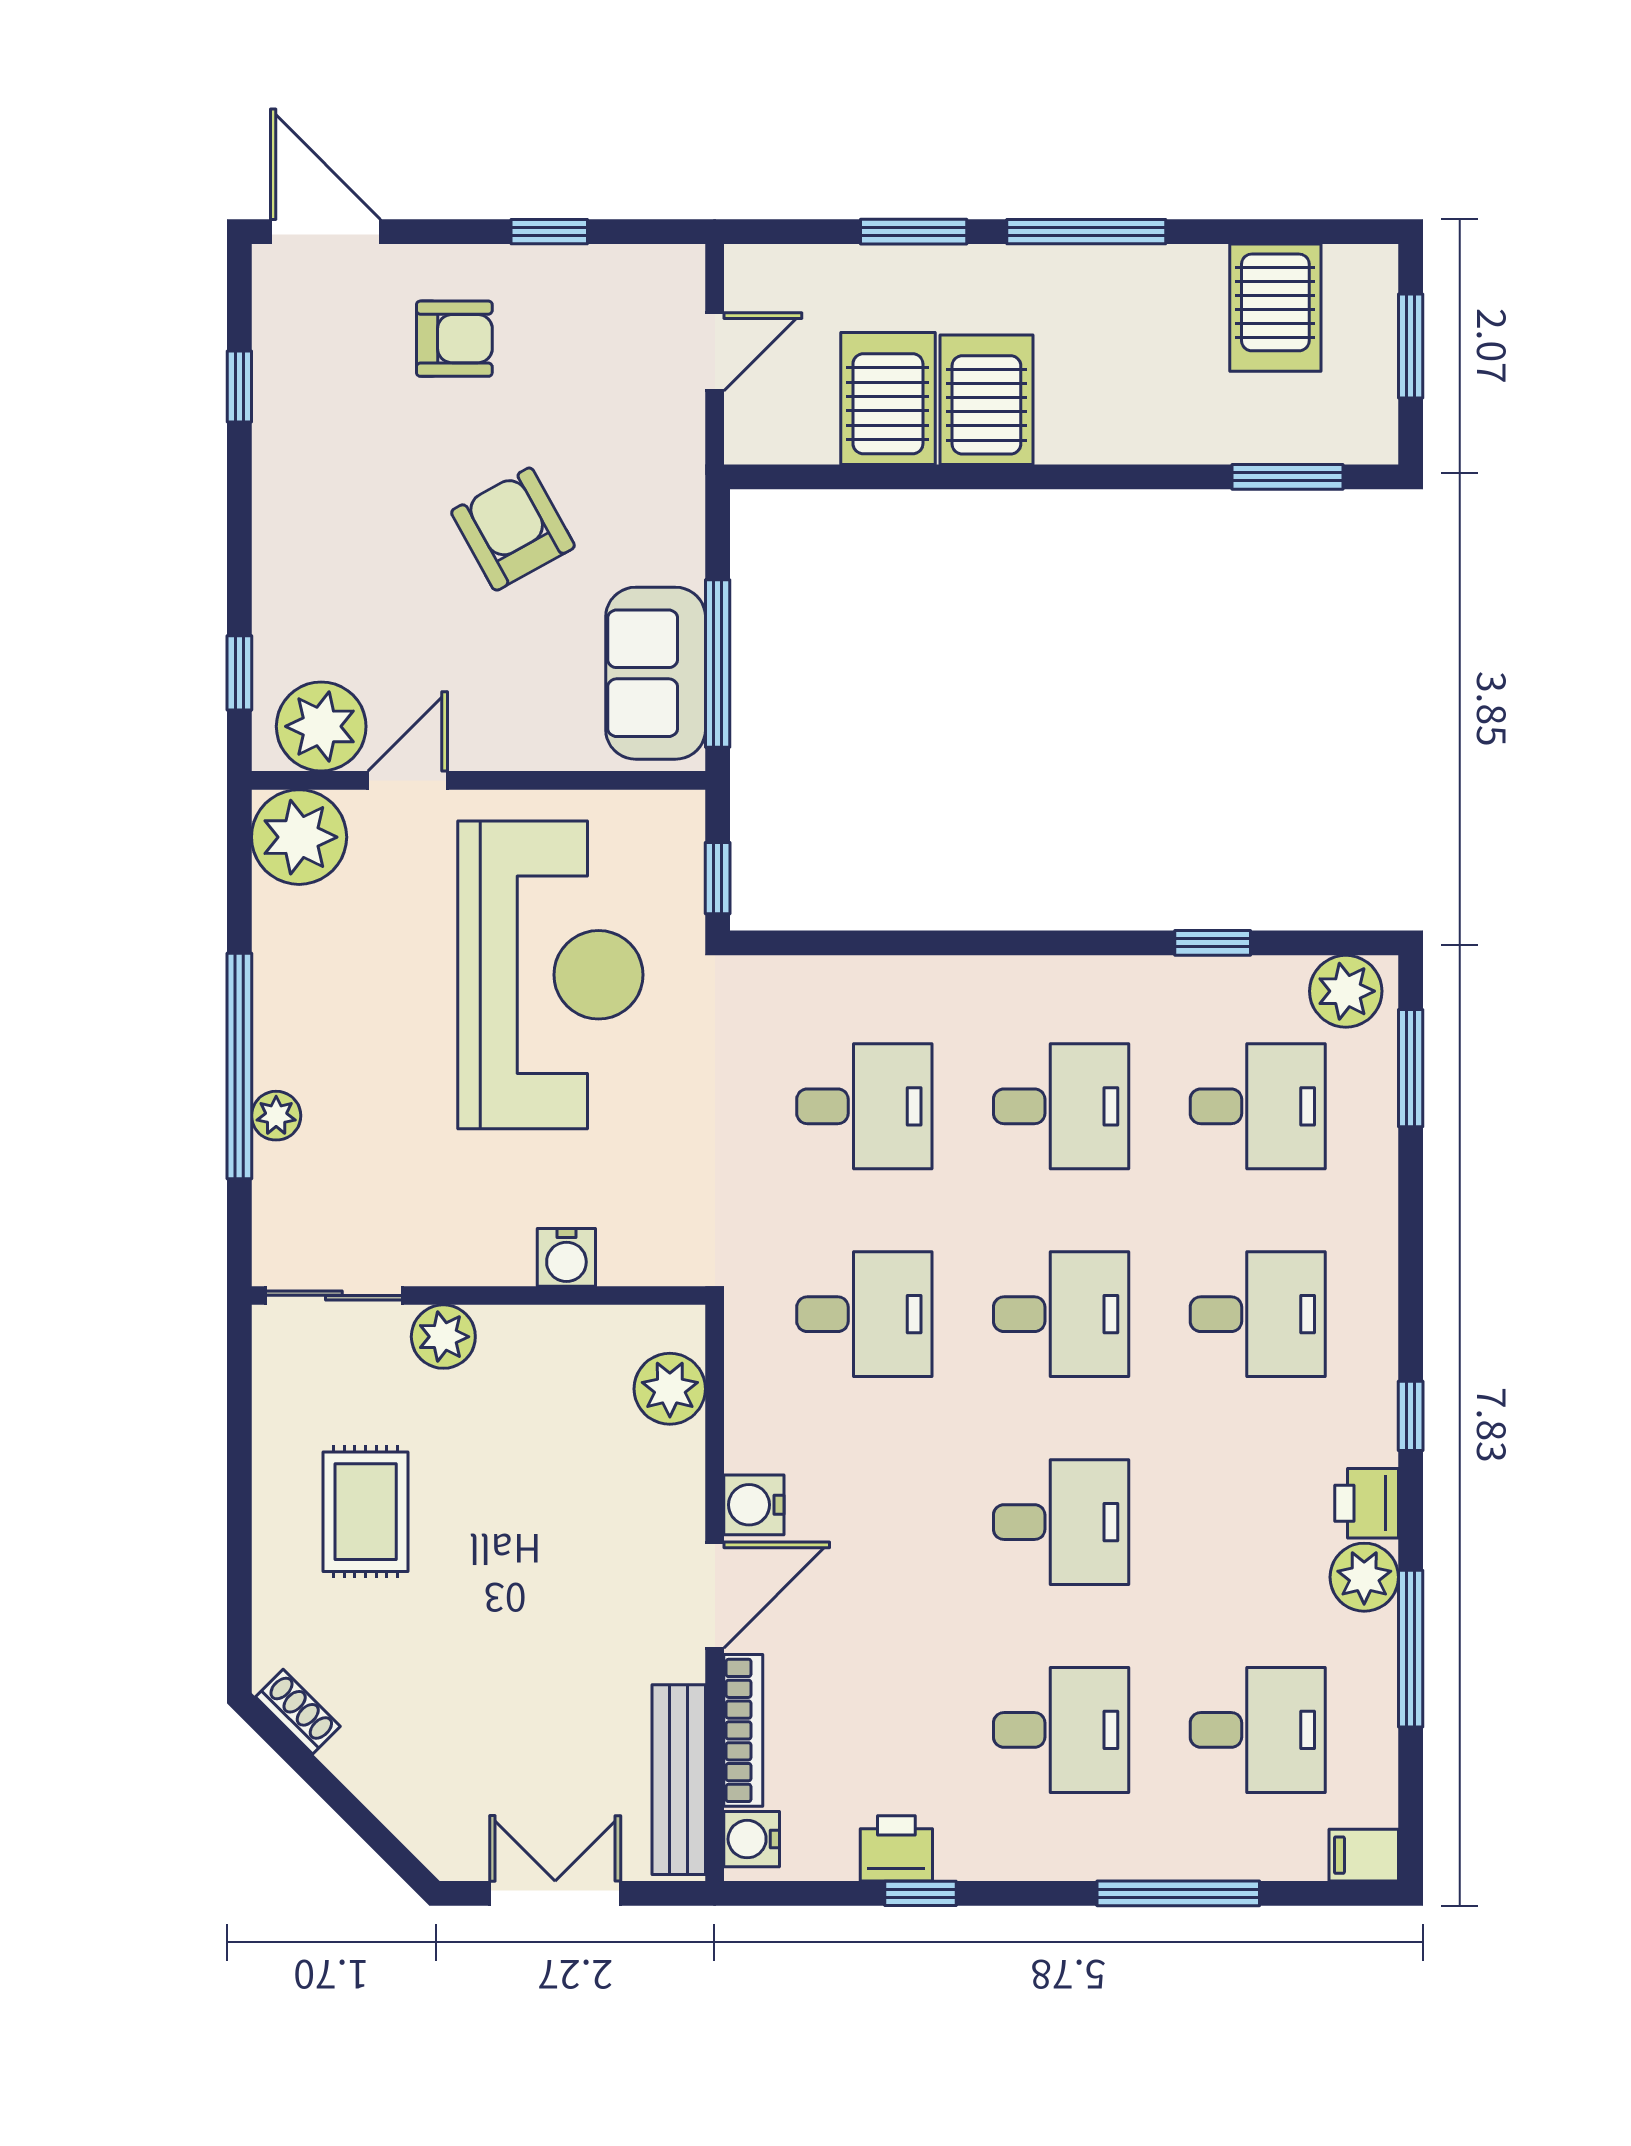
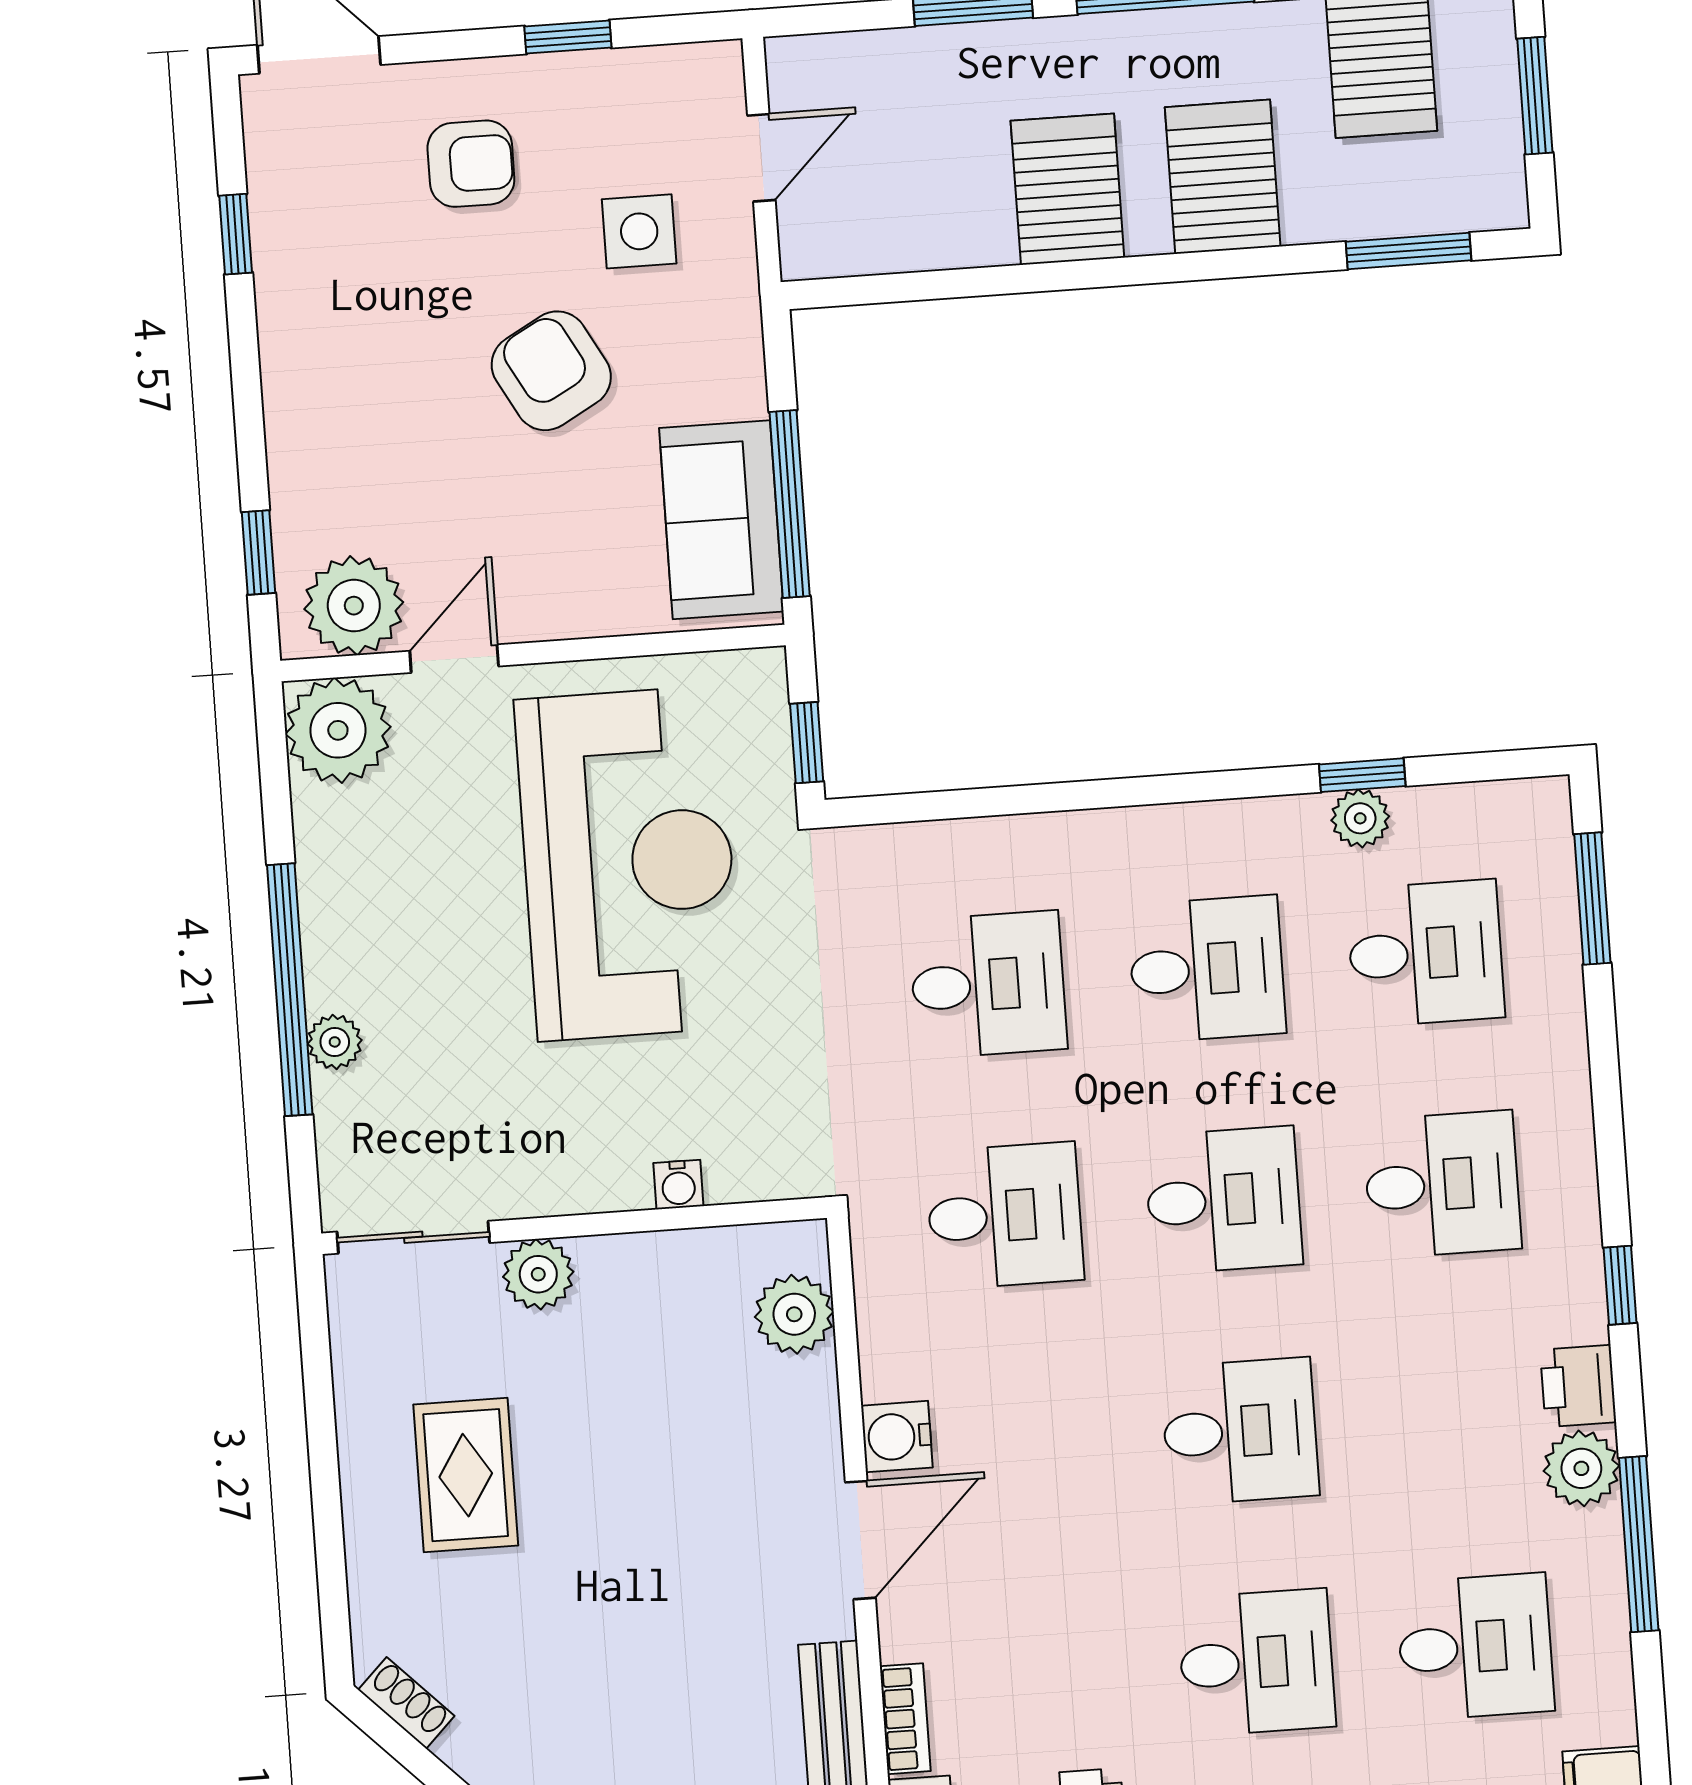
server rack: (888, 398) -> (1223, 177), moved
side table: (601, 410) -> (639, 231), added
plant: (1346, 991) -> (1360, 818), moved, width x0.73, depth x0.73
water cooler: (566, 1257) -> (678, 1185), width x0.72, depth x0.72
bookcase: (743, 1730) -> (905, 1719), width x0.64

